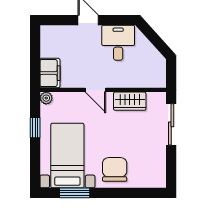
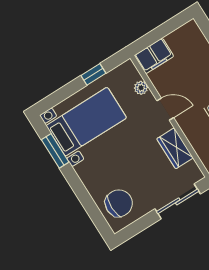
door: (95, 90) -> (165, 109), swing flipped
plant: (46, 98) -> (141, 88), moved
chair: (115, 169) -> (119, 203), moved

